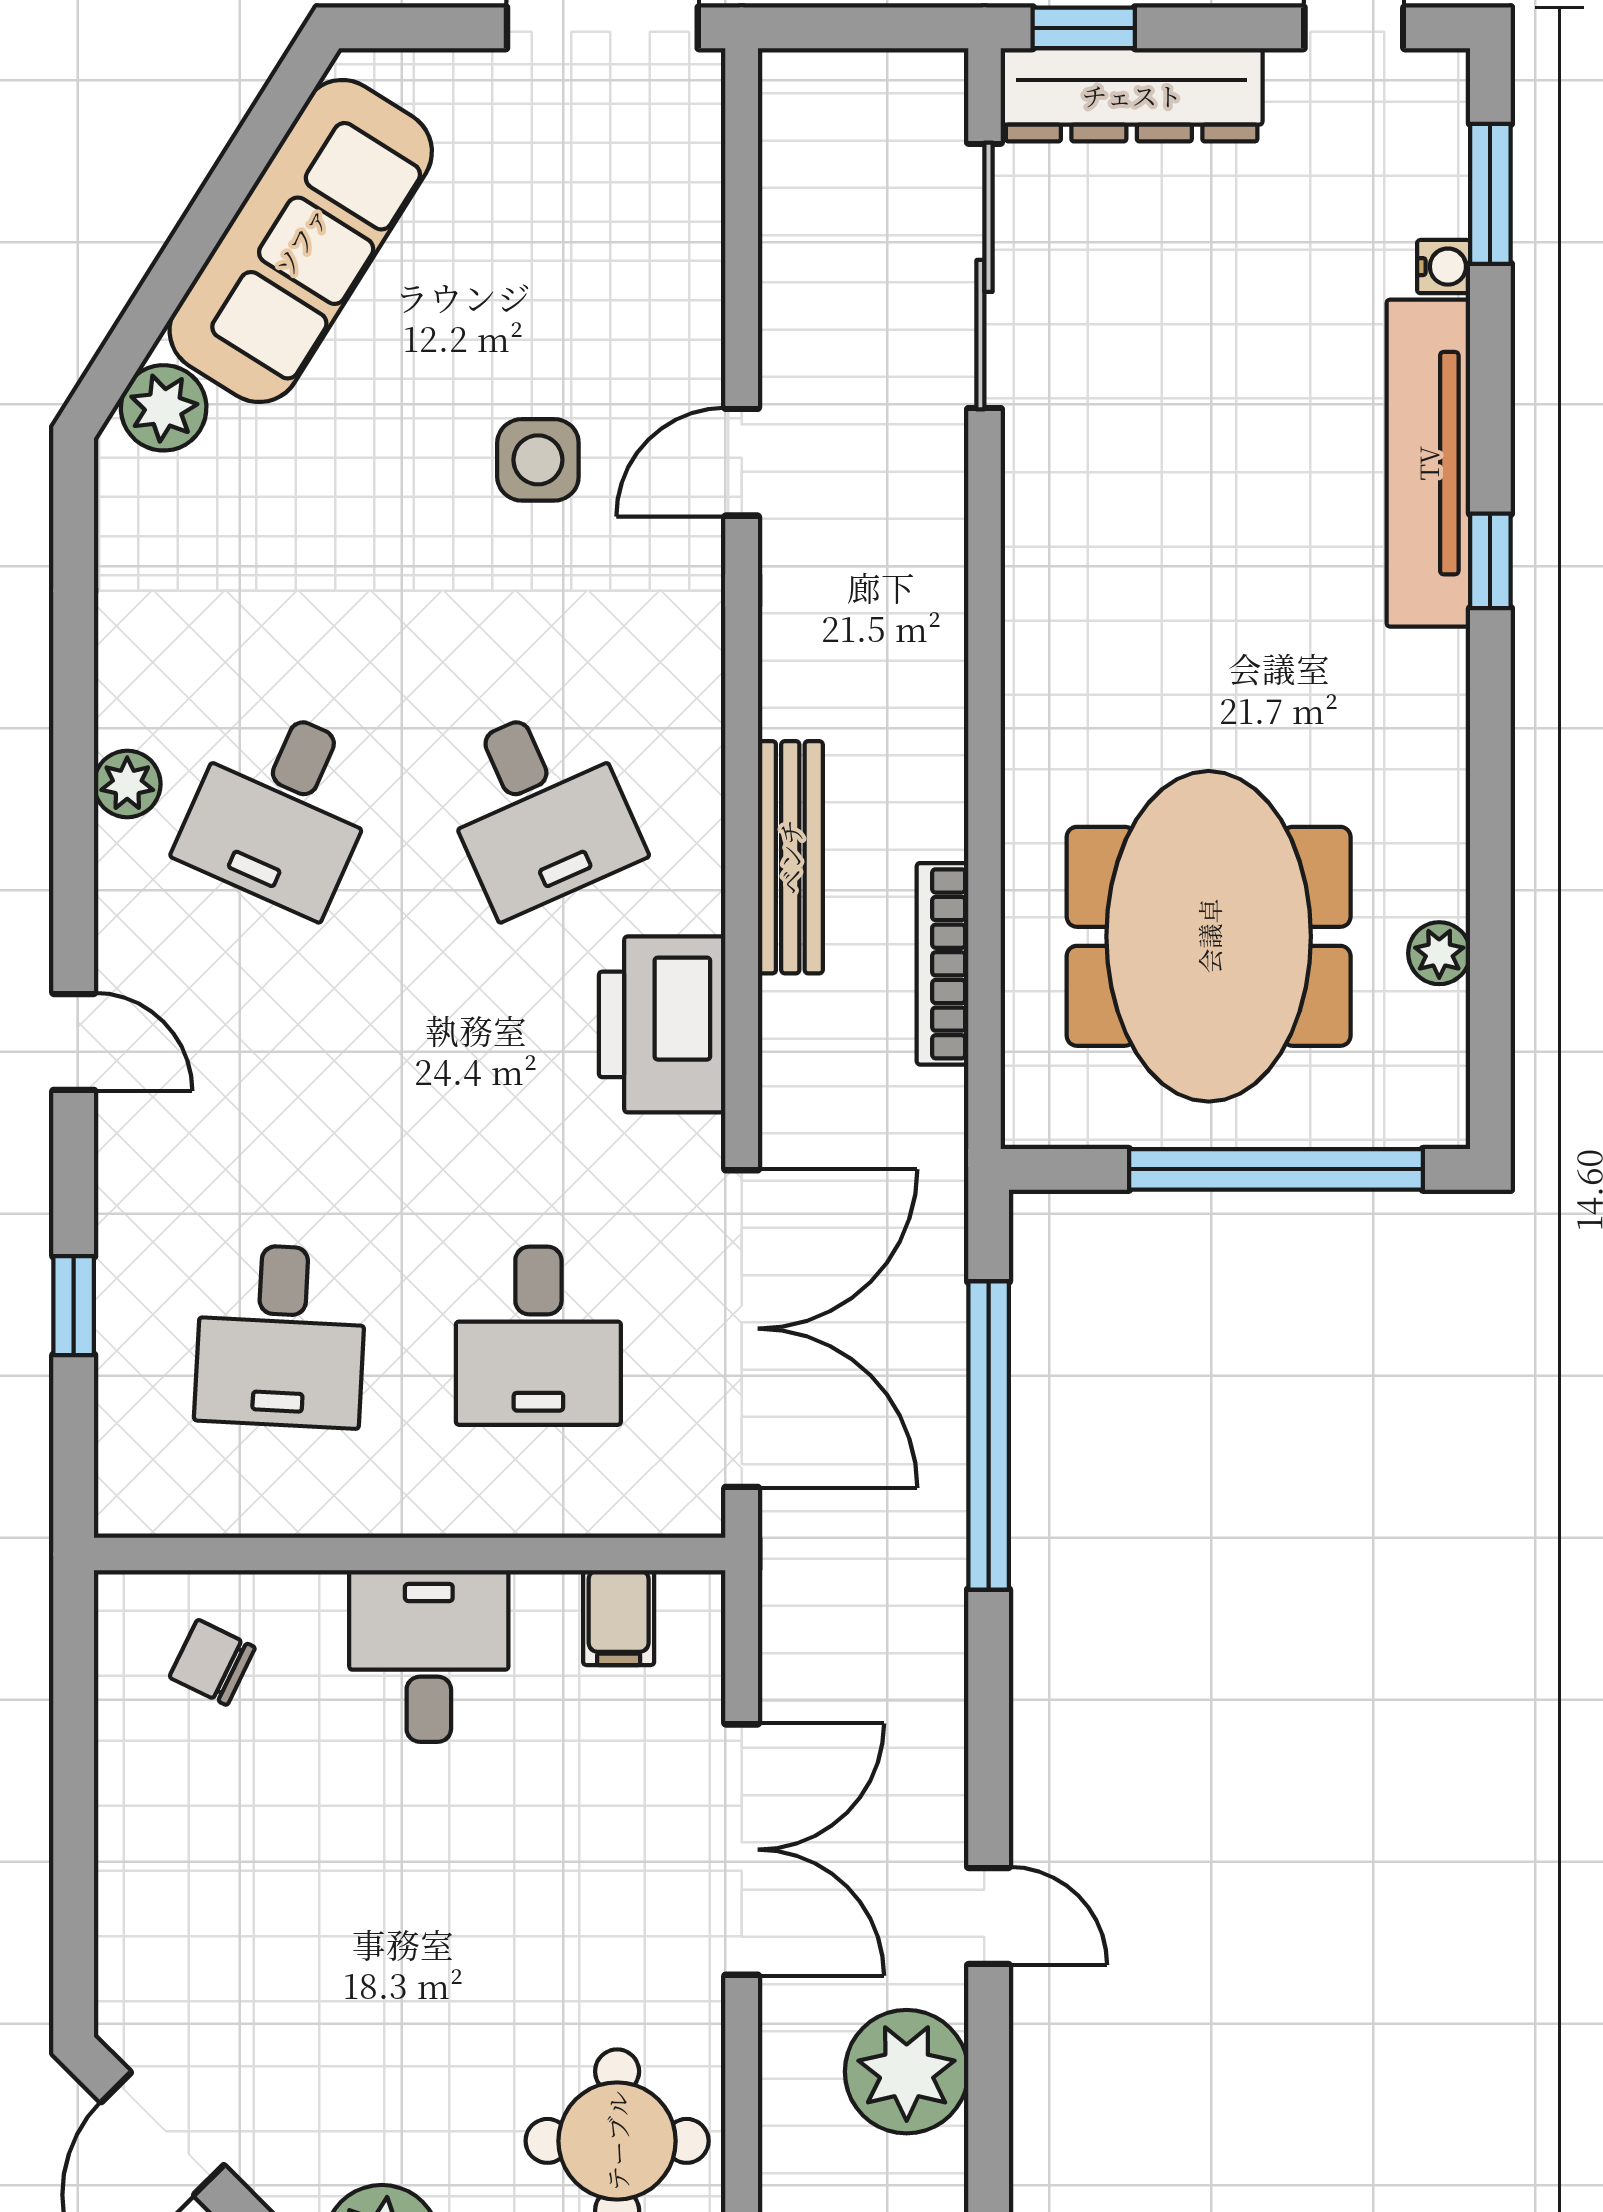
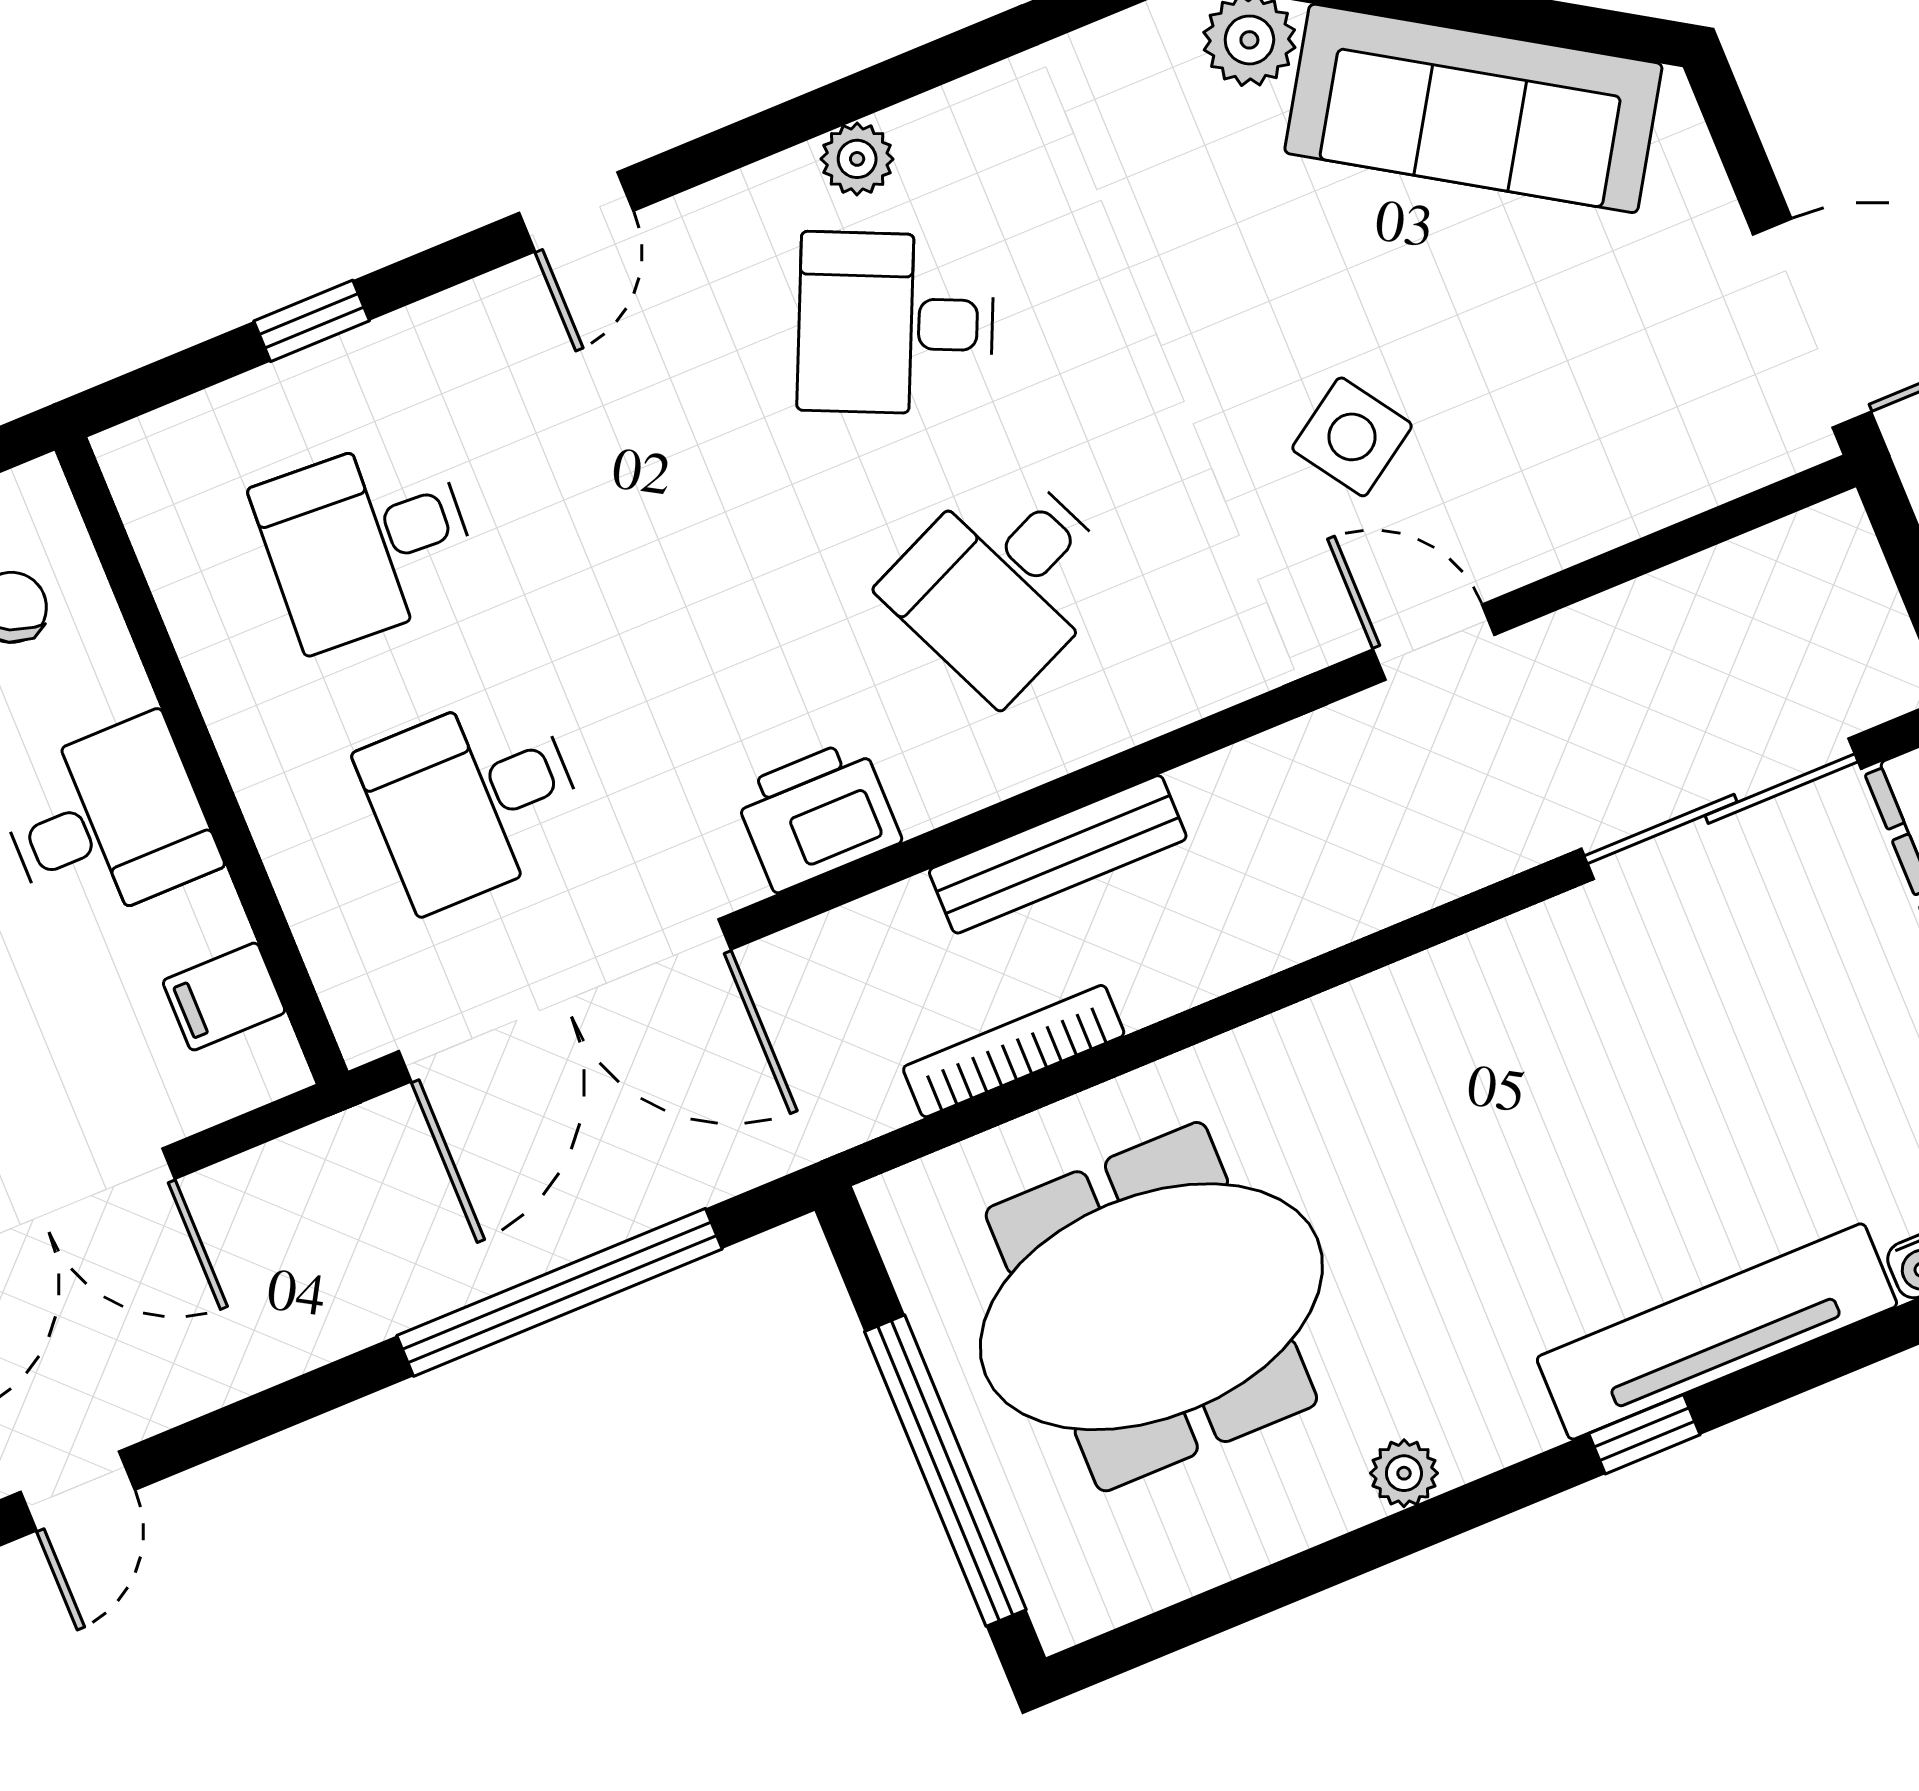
side table: (538, 460) -> (1352, 437), turned -34
plant: (1439, 953) -> (1404, 1473), moved
printer: (662, 1024) -> (817, 815), width x0.73, depth x0.84

